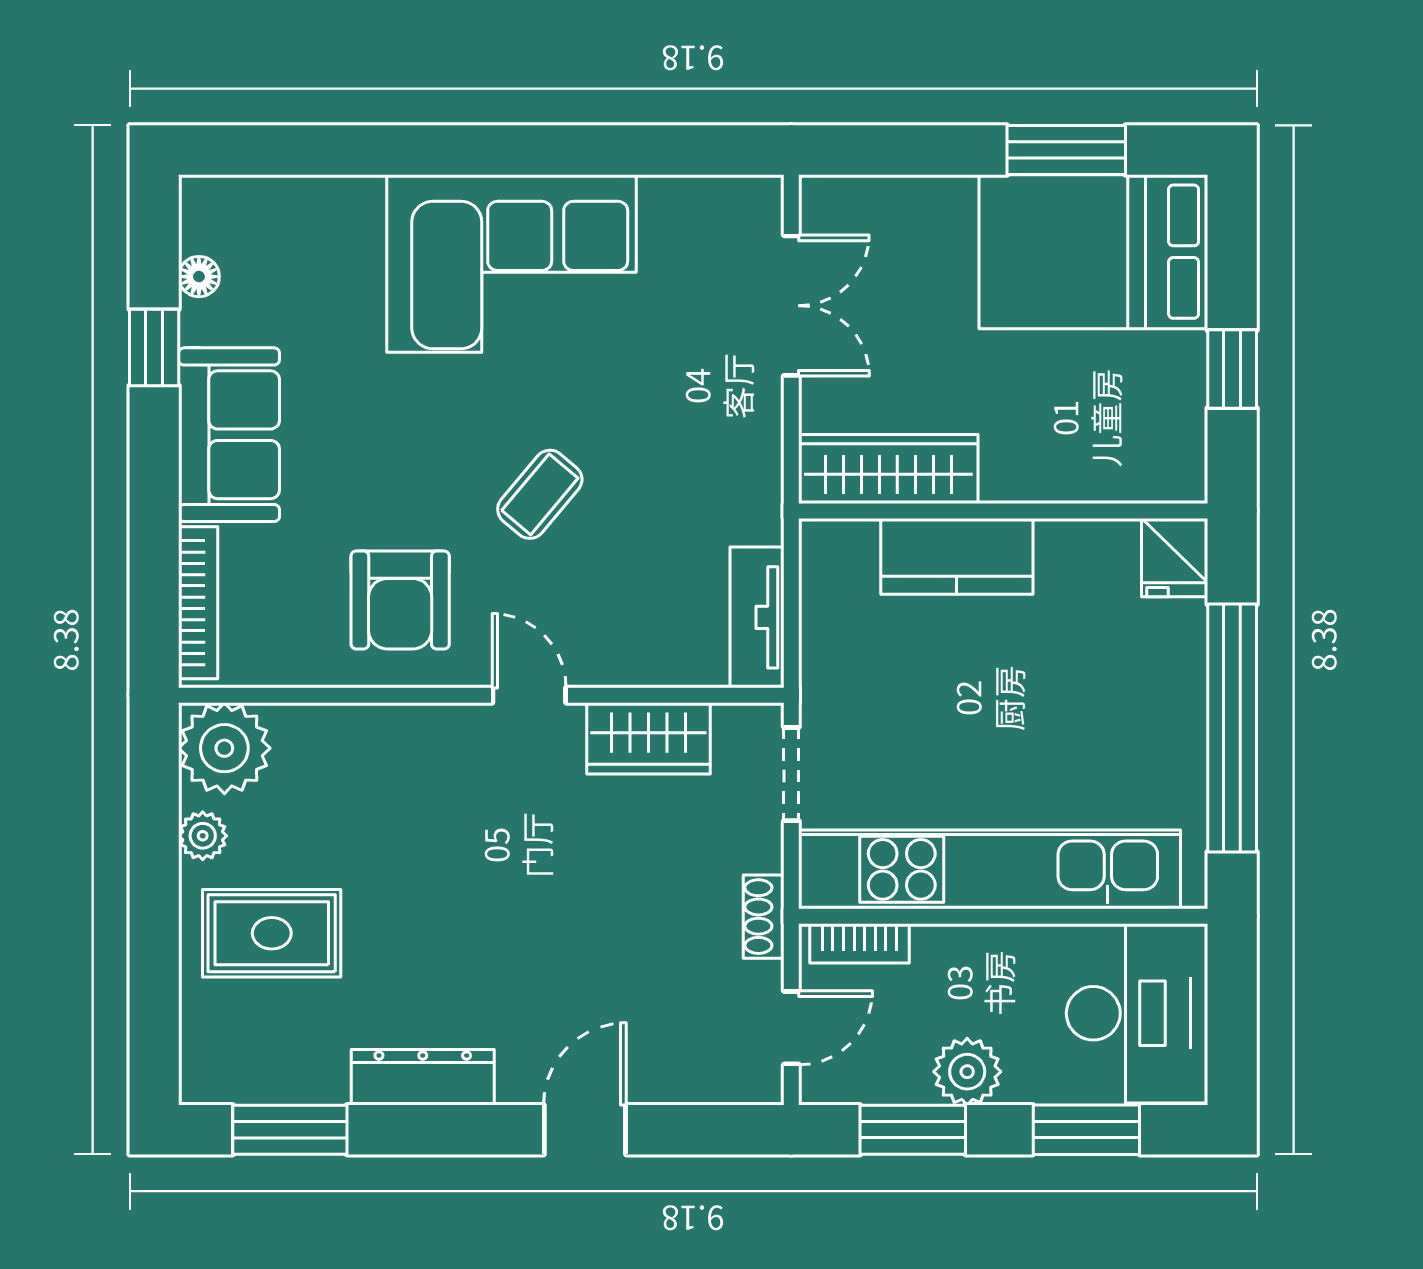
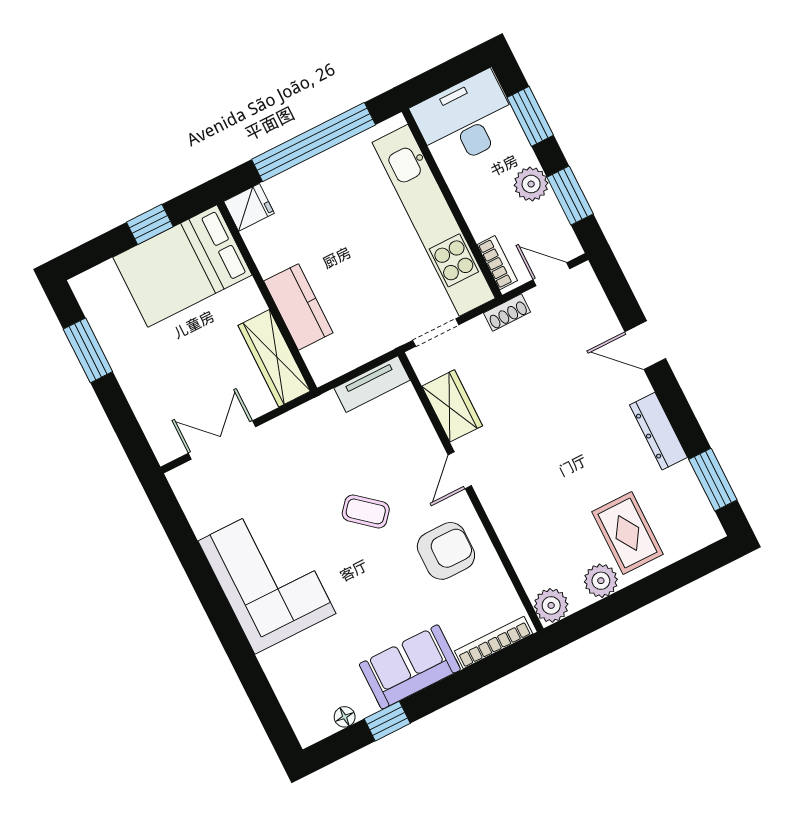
bed: (1093, 252) -> (182, 266), moved, turned 90
plant: (224, 748) -> (551, 605), width x0.73, depth x0.73
plant: (203, 836) -> (601, 581), width x1.38, depth x1.38

